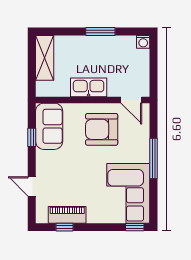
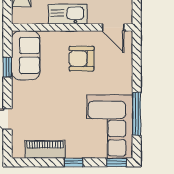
armchair: (102, 129) -> (82, 59), width x0.73, depth x0.73
window: (154, 159) -> (137, 114), moved
window: (65, 227) -> (73, 162), moved

